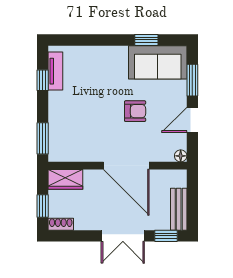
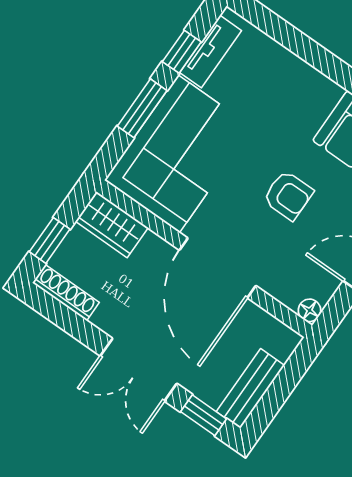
corner sofa: (73, 127) -> (179, 154), added
window: (43, 138) -> (142, 108), moved
shoe rack: (61, 224) -> (66, 293), width x1.43

